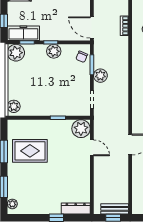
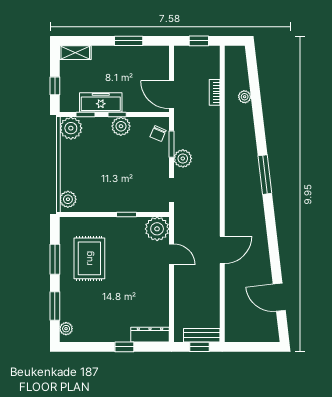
freezer: (23, 33) -> (101, 102), moved
rug: (30, 151) -> (89, 258), turned 90

